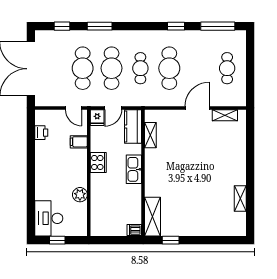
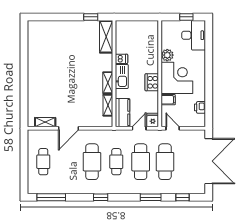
window: (176, 26) -> (101, 197), moved
corner desk: (69, 168) -> (177, 78), added
shelving: (240, 198) -> (108, 83), moved
dishwasher: (134, 230) -> (121, 59), moved

